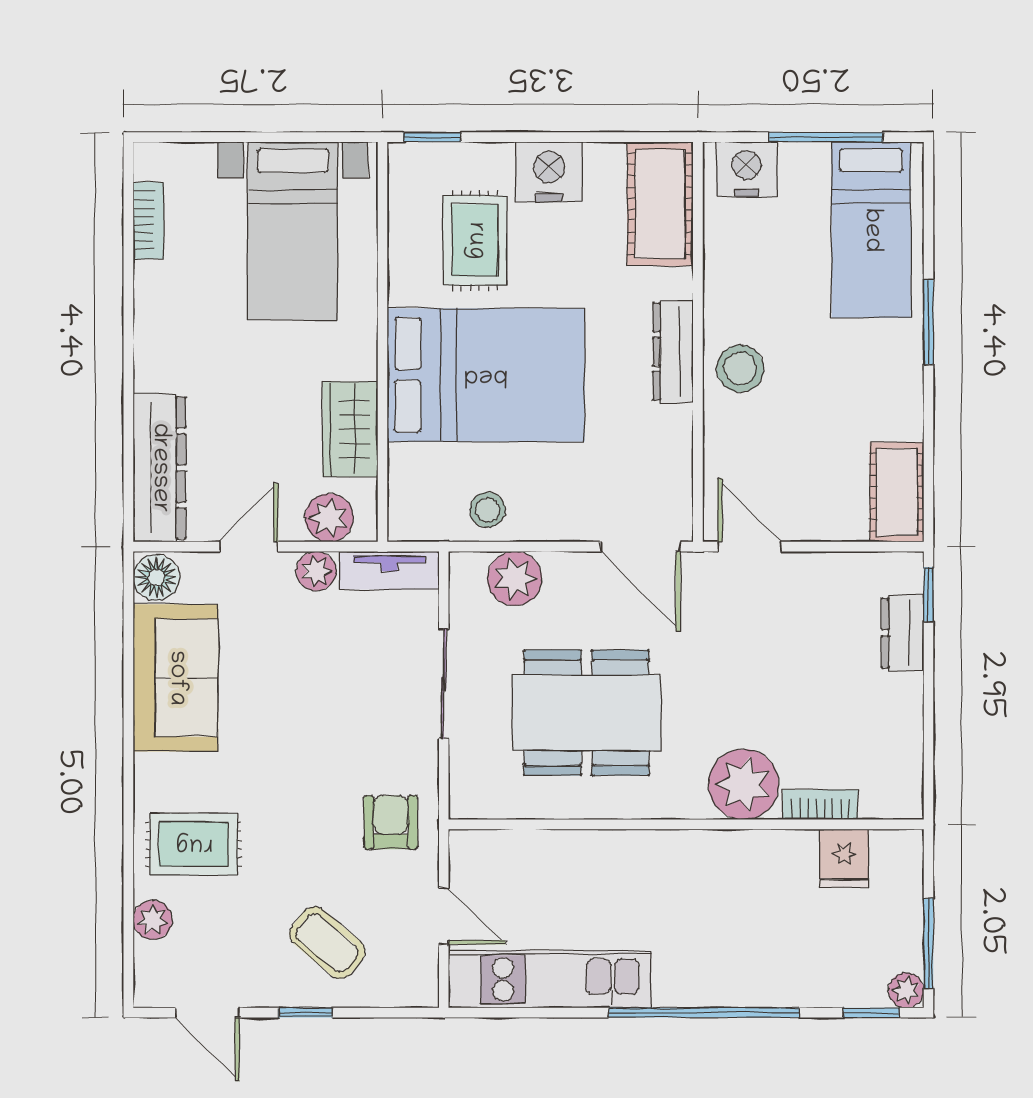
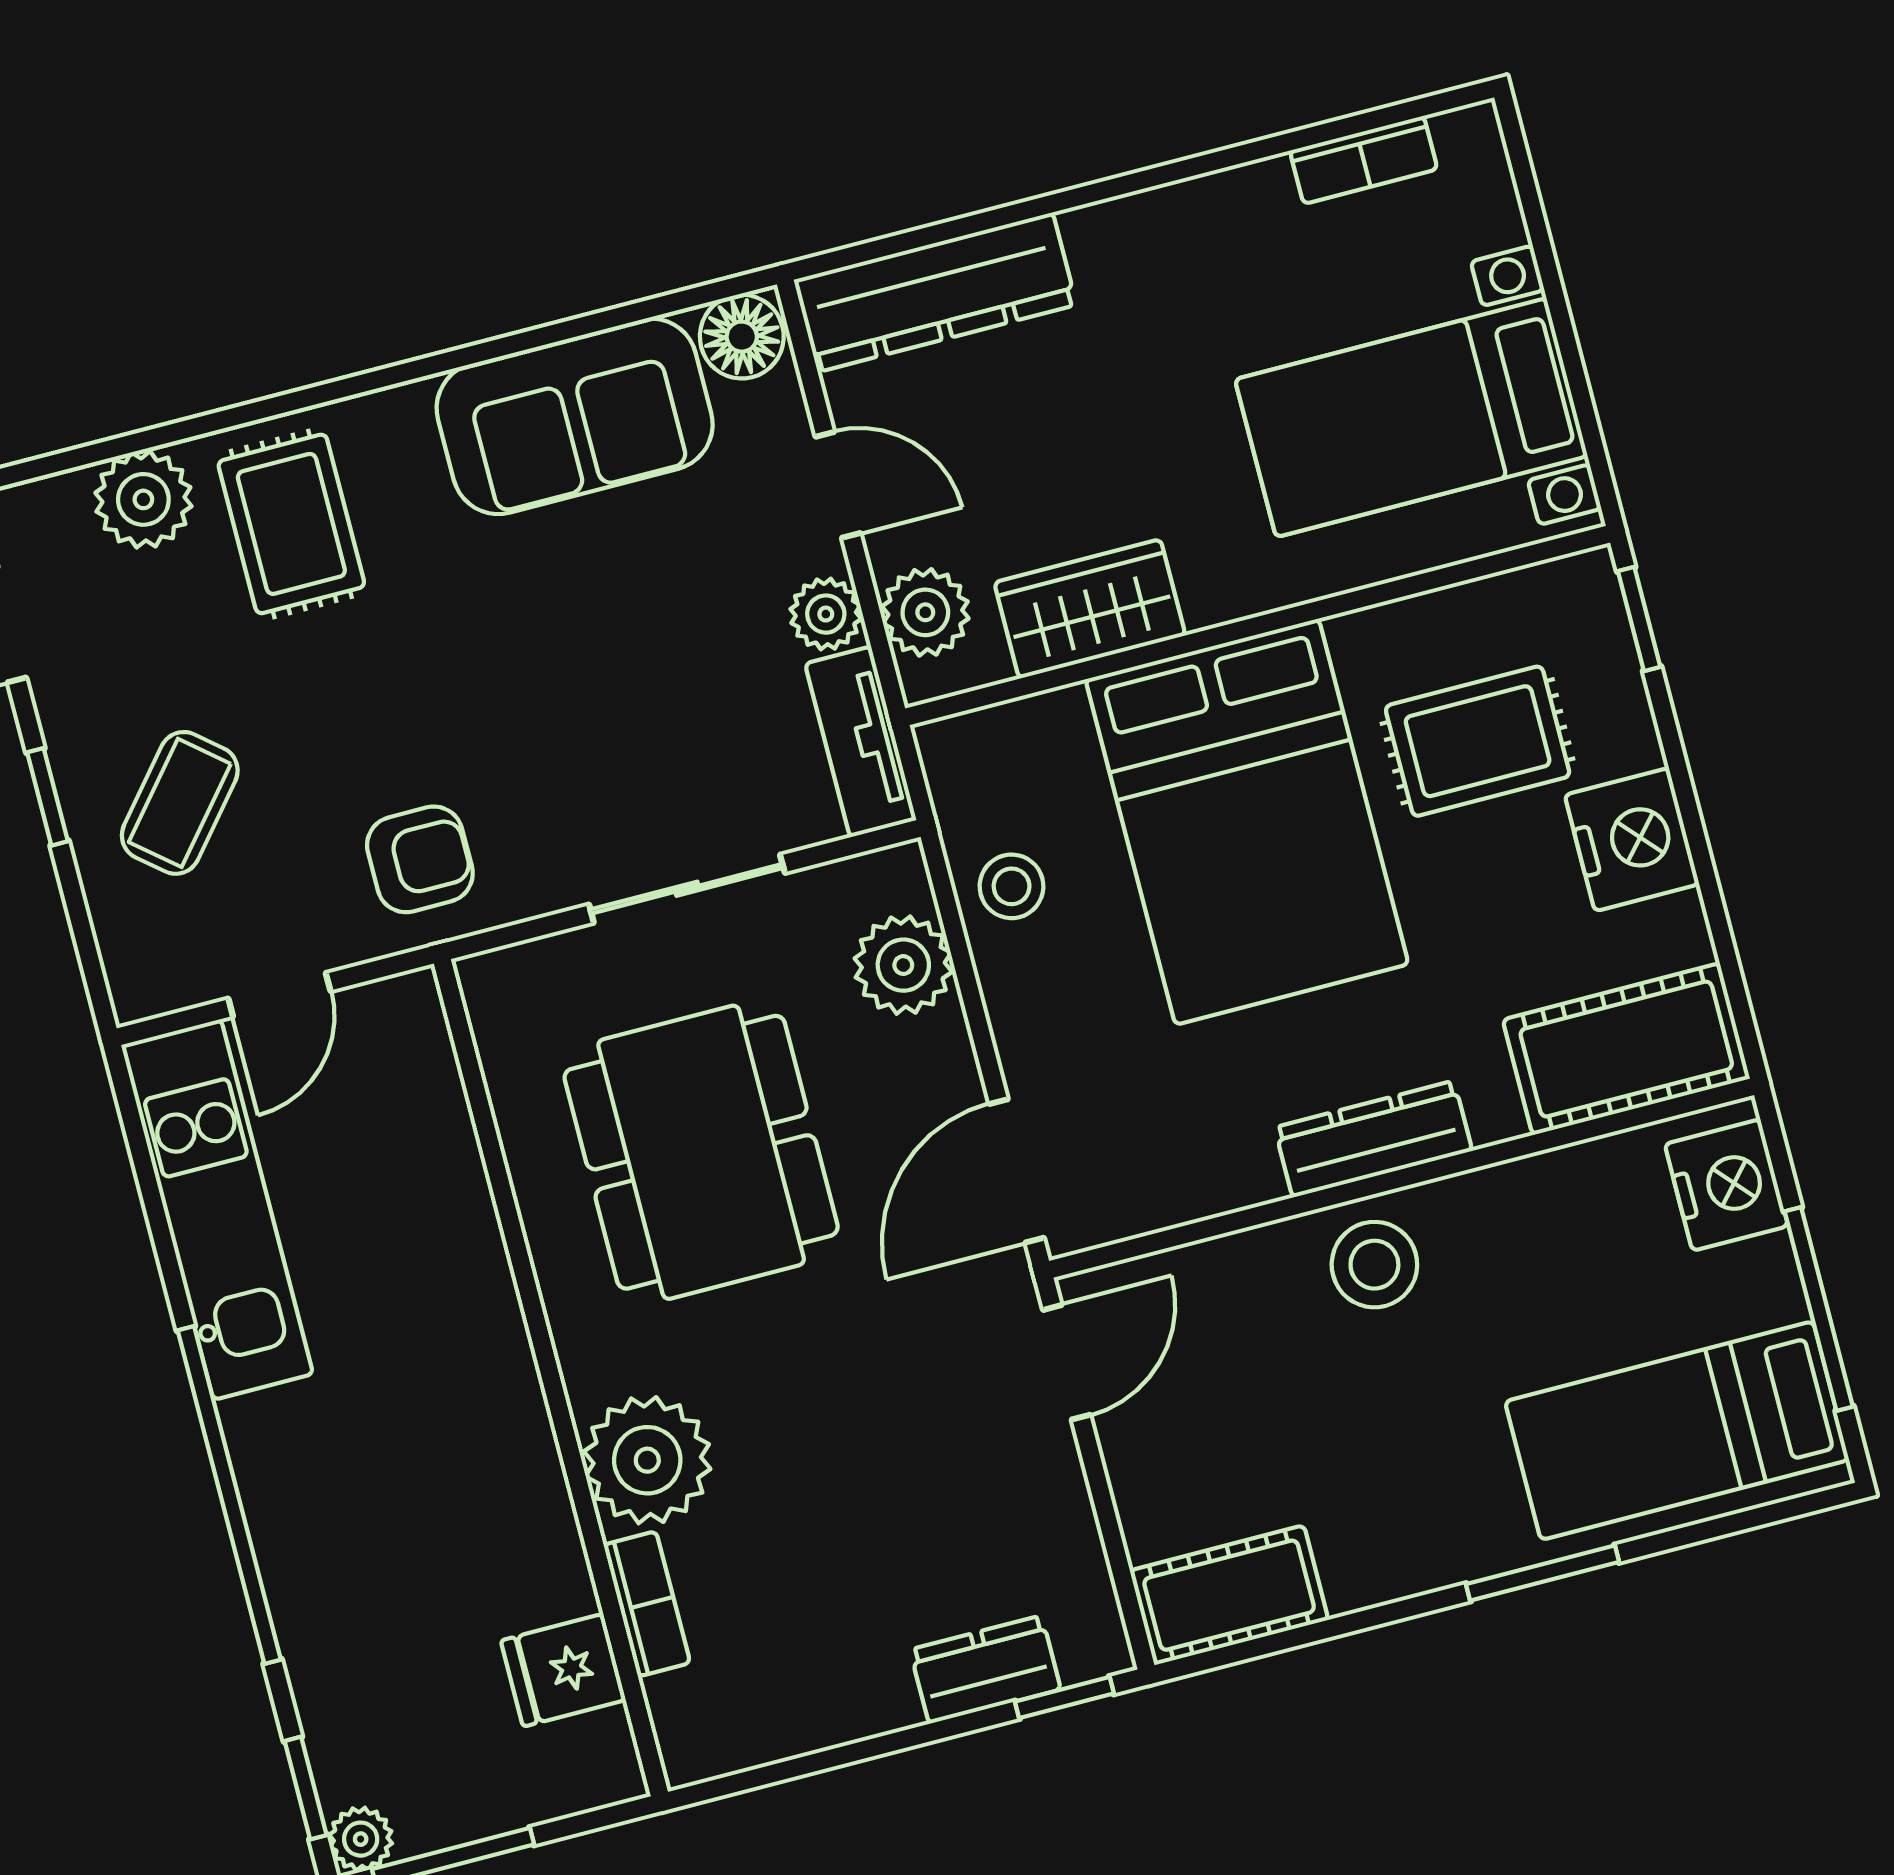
plant: (153, 920) -> (143, 499), width x1.38, depth x1.38

